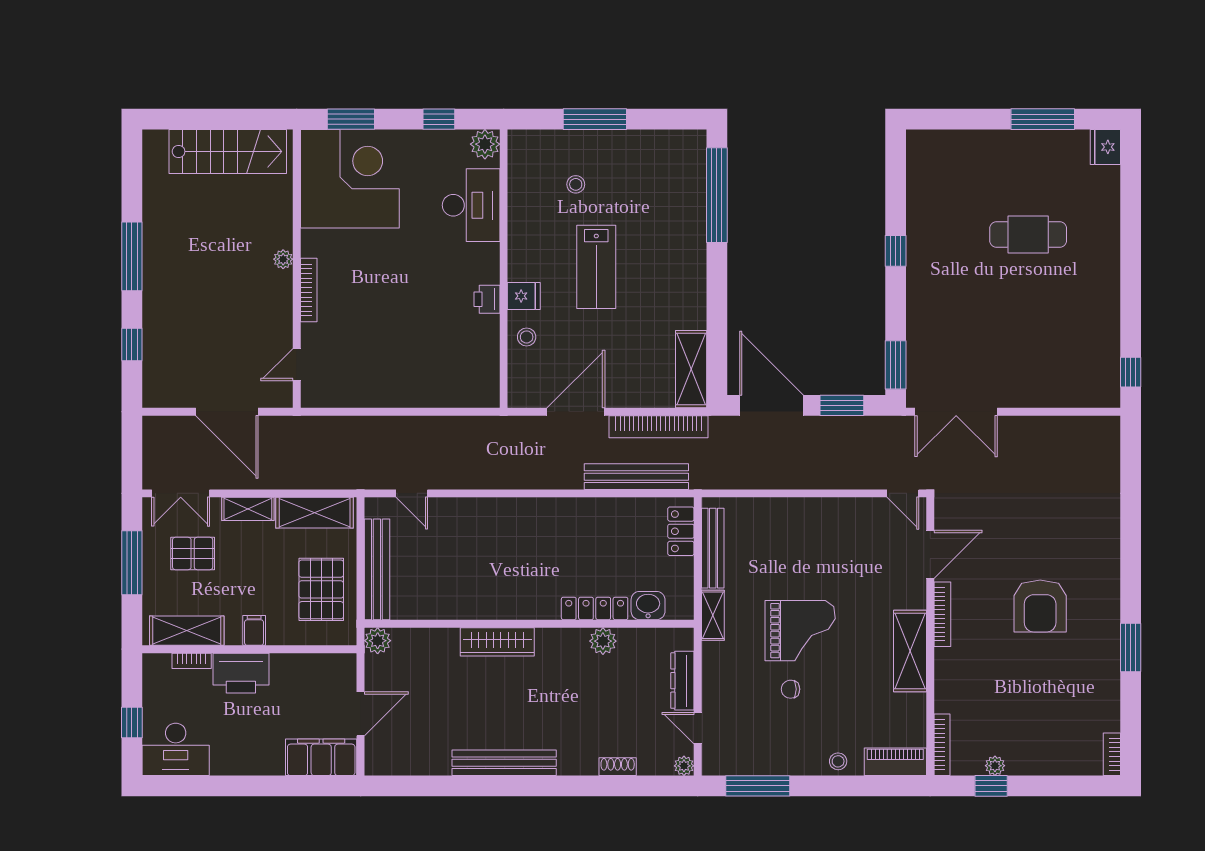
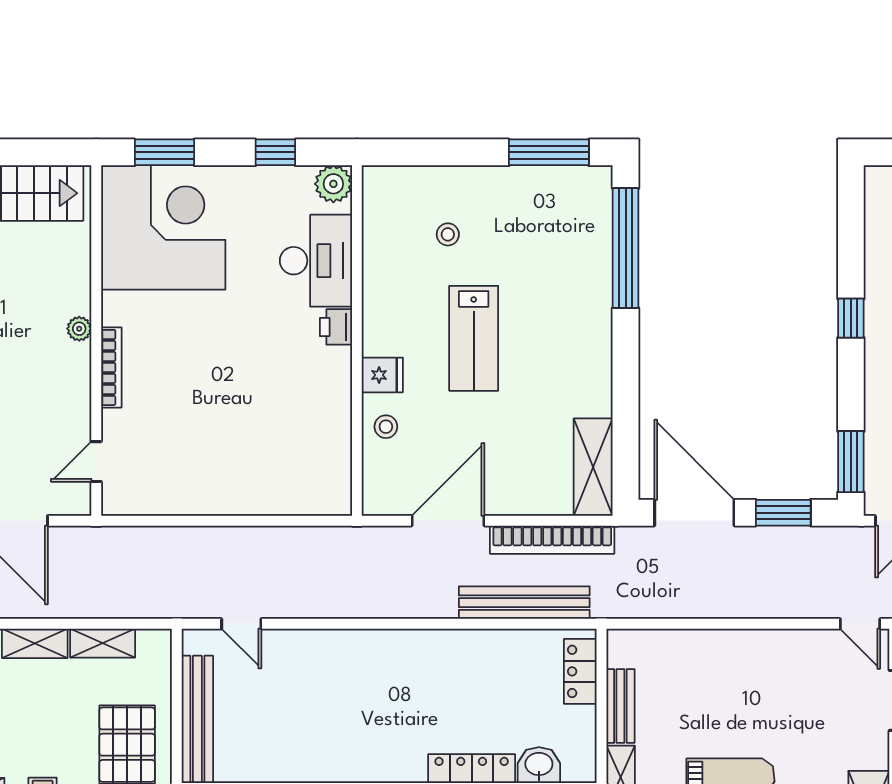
window: (595, 119) -> (549, 152), moved
printer: (487, 299) -> (336, 327), moved
shelving: (315, 513) -> (103, 643), width x0.67, depth x0.75
bench: (713, 548) -> (620, 706), width x0.73

